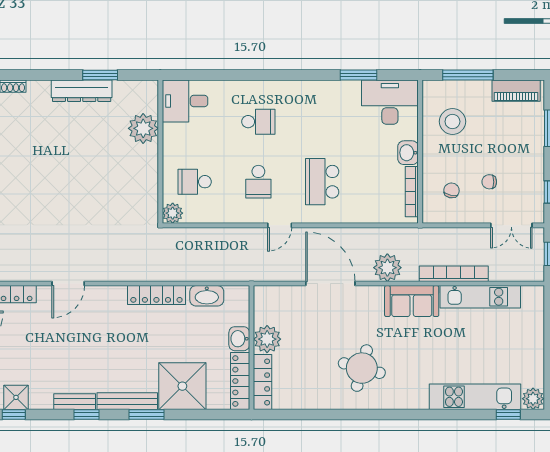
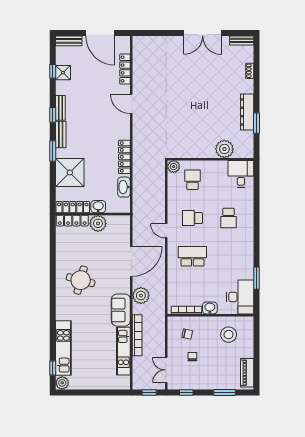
window: (468, 75) -> (256, 344), removed
bench: (127, 401) -> (61, 135), width x0.73

